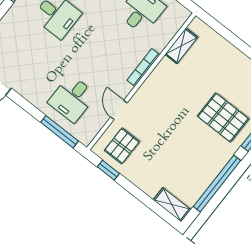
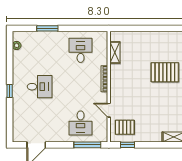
pallet: (122, 146) -> (125, 127), turned 90

